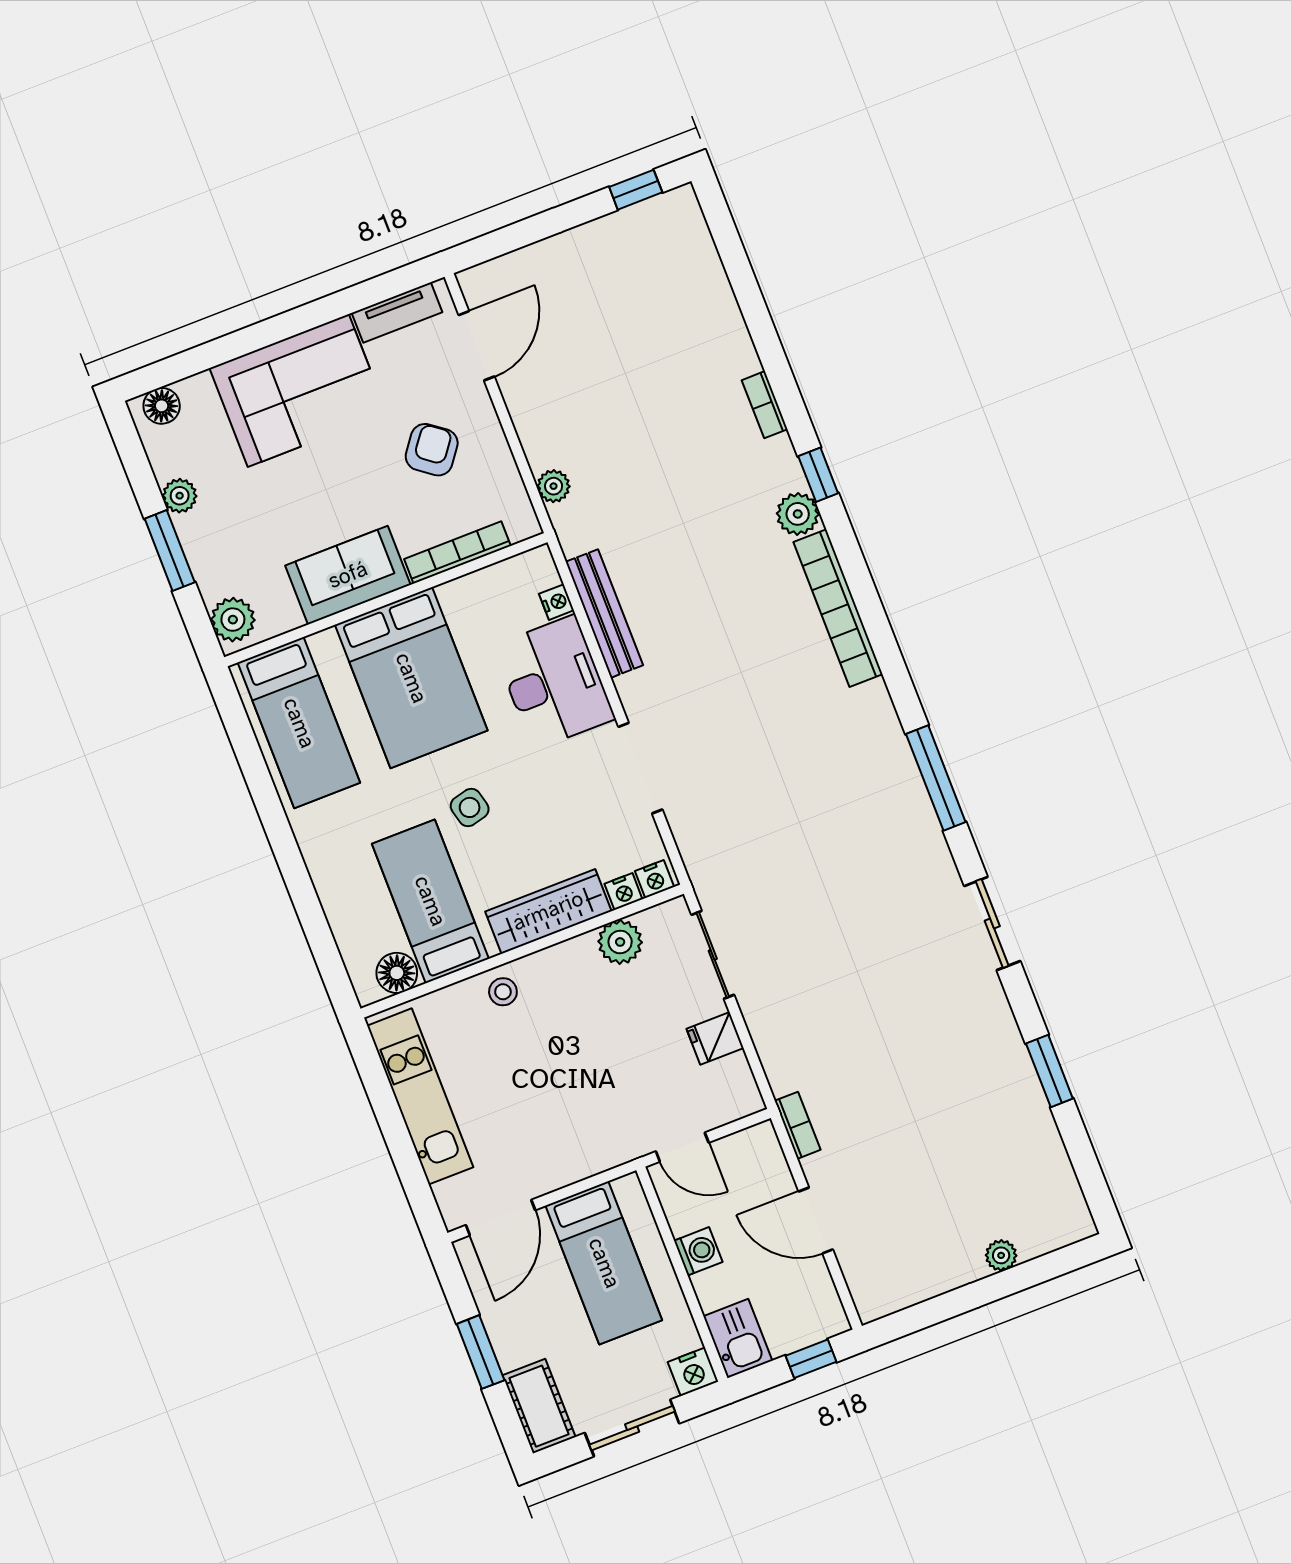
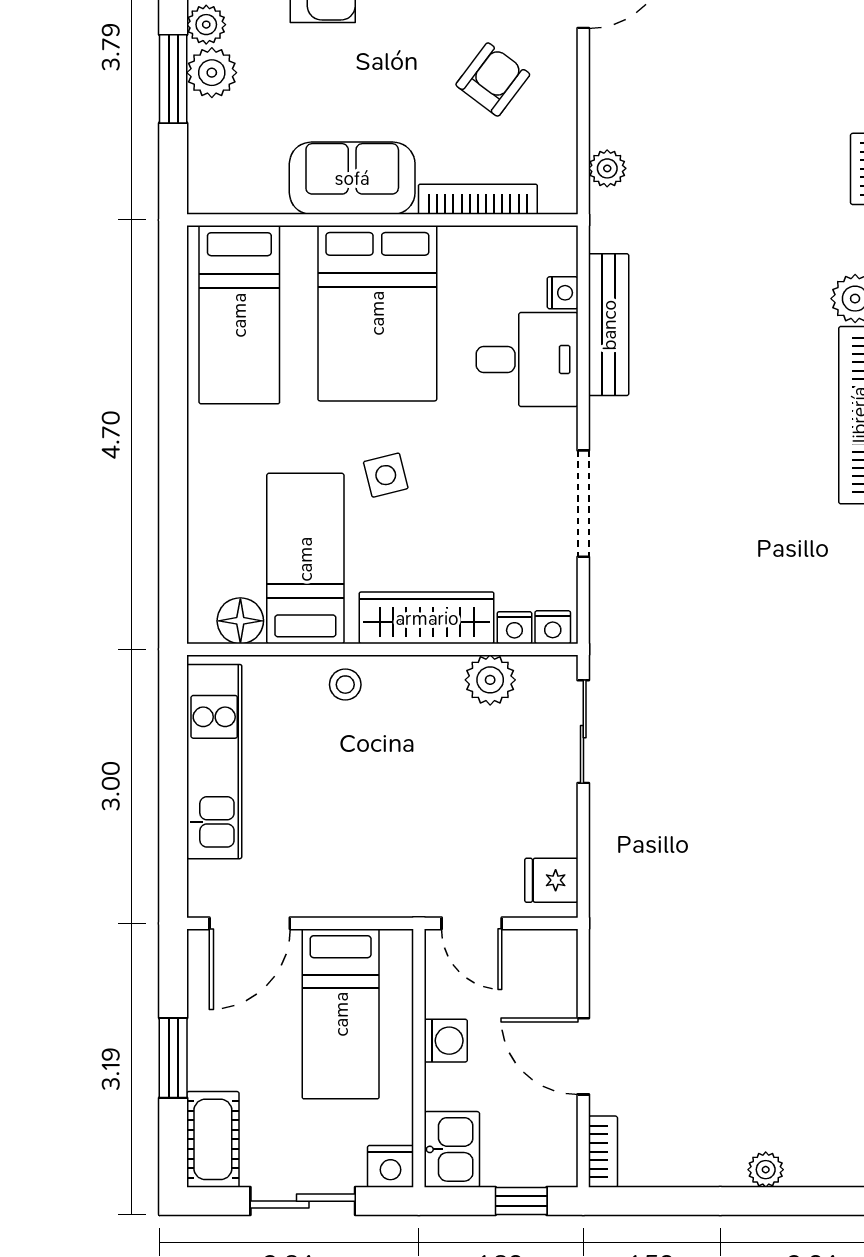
plant: (233, 620) -> (212, 73), moved
desk: (554, 682) -> (527, 360), width x0.73
fridge: (715, 1038) -> (551, 880), moved
bookcase: (797, 1125) -> (603, 1152), moved

